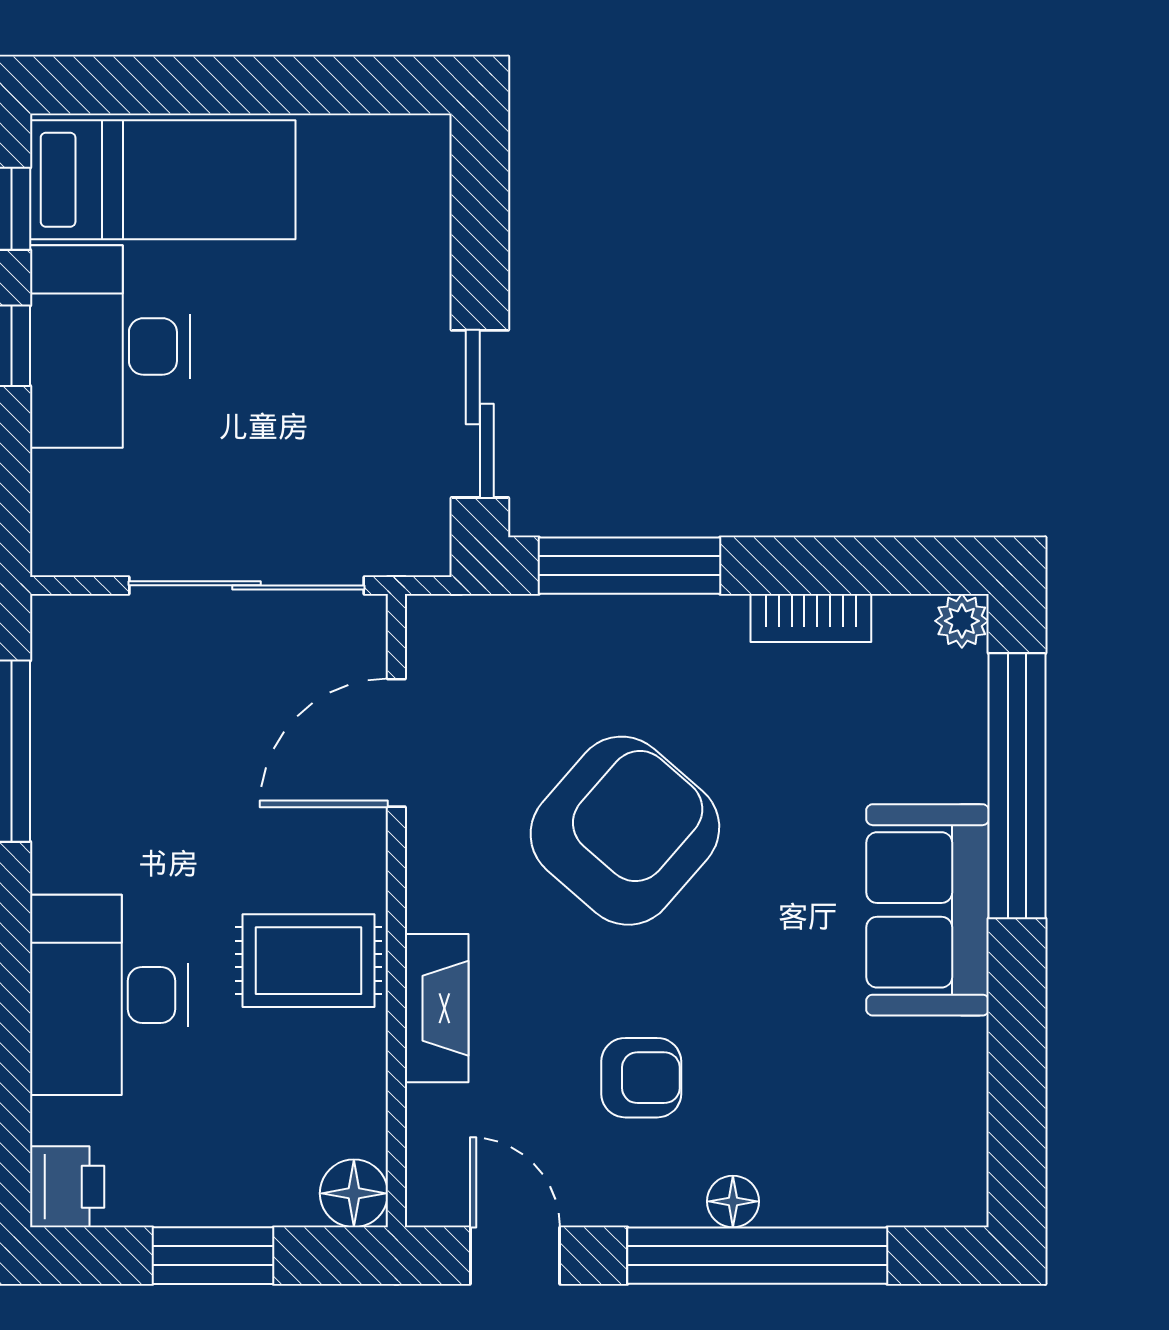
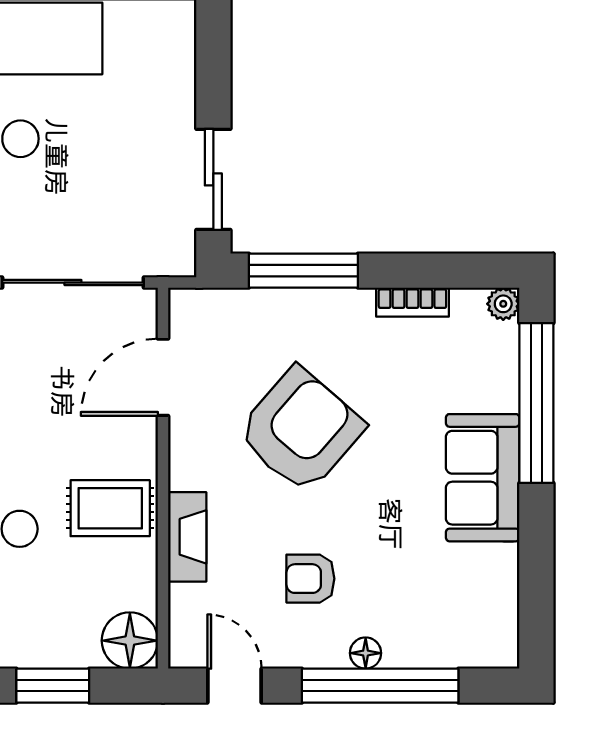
armchair: (641, 1078) -> (310, 579), turned 180
floor lamp: (354, 1193) -> (130, 641), width x1.38, depth x1.38

